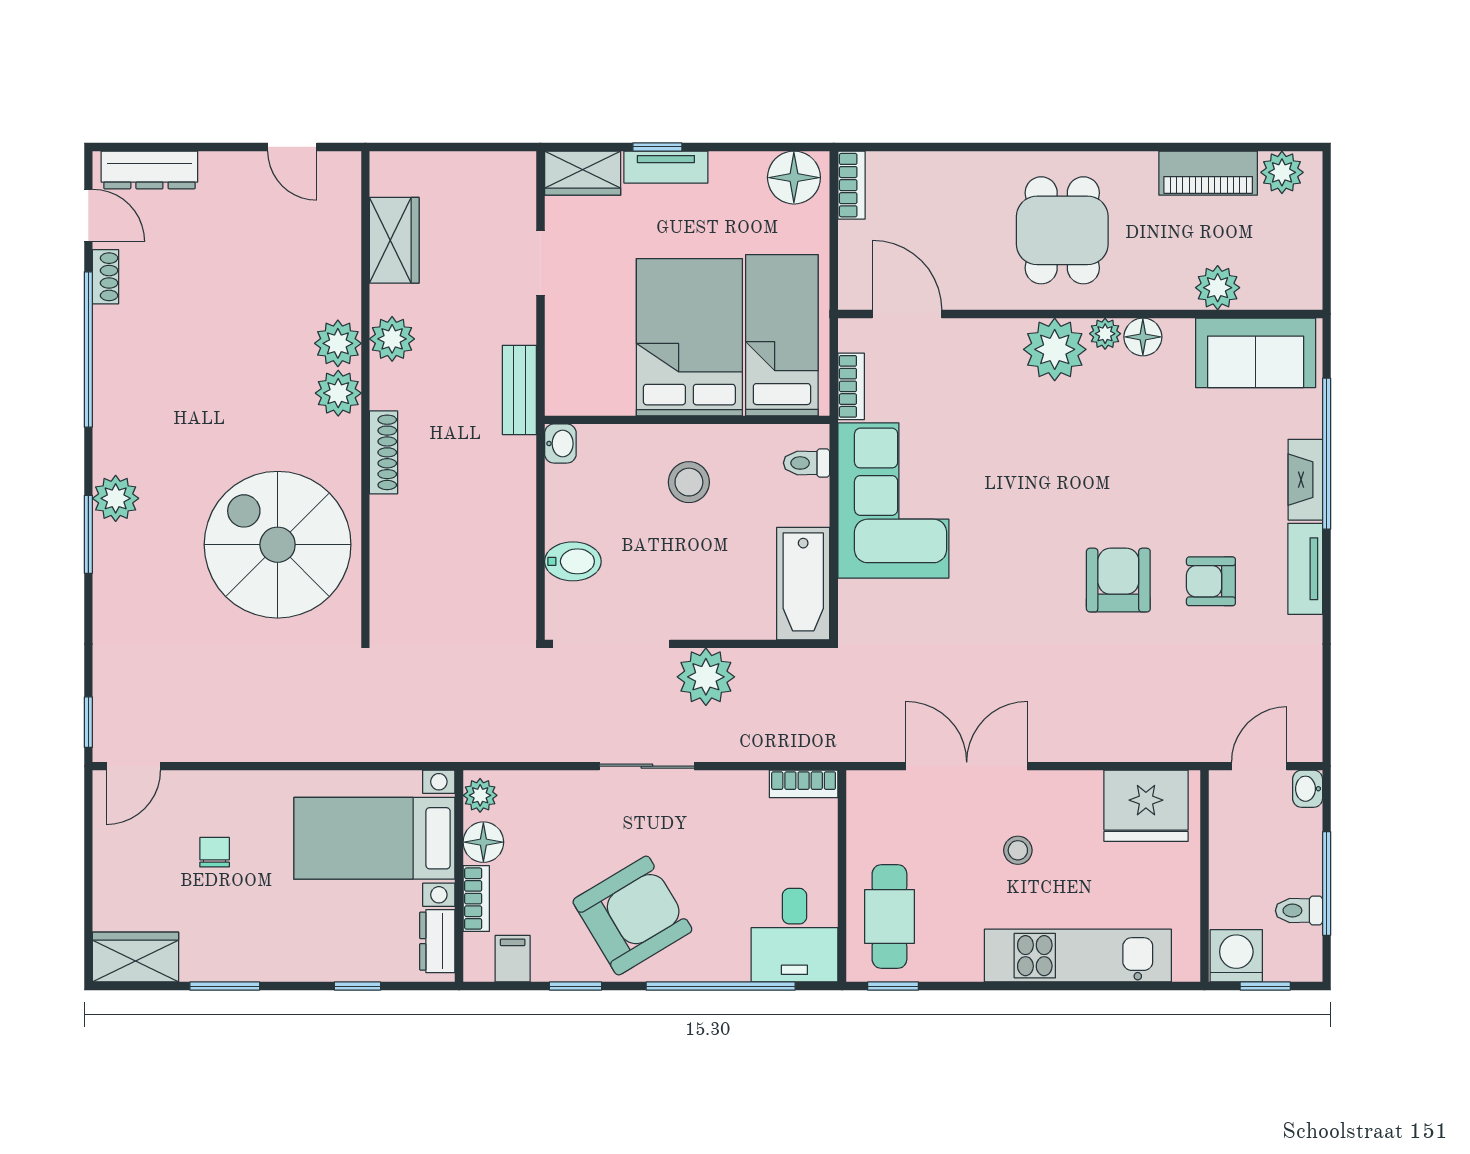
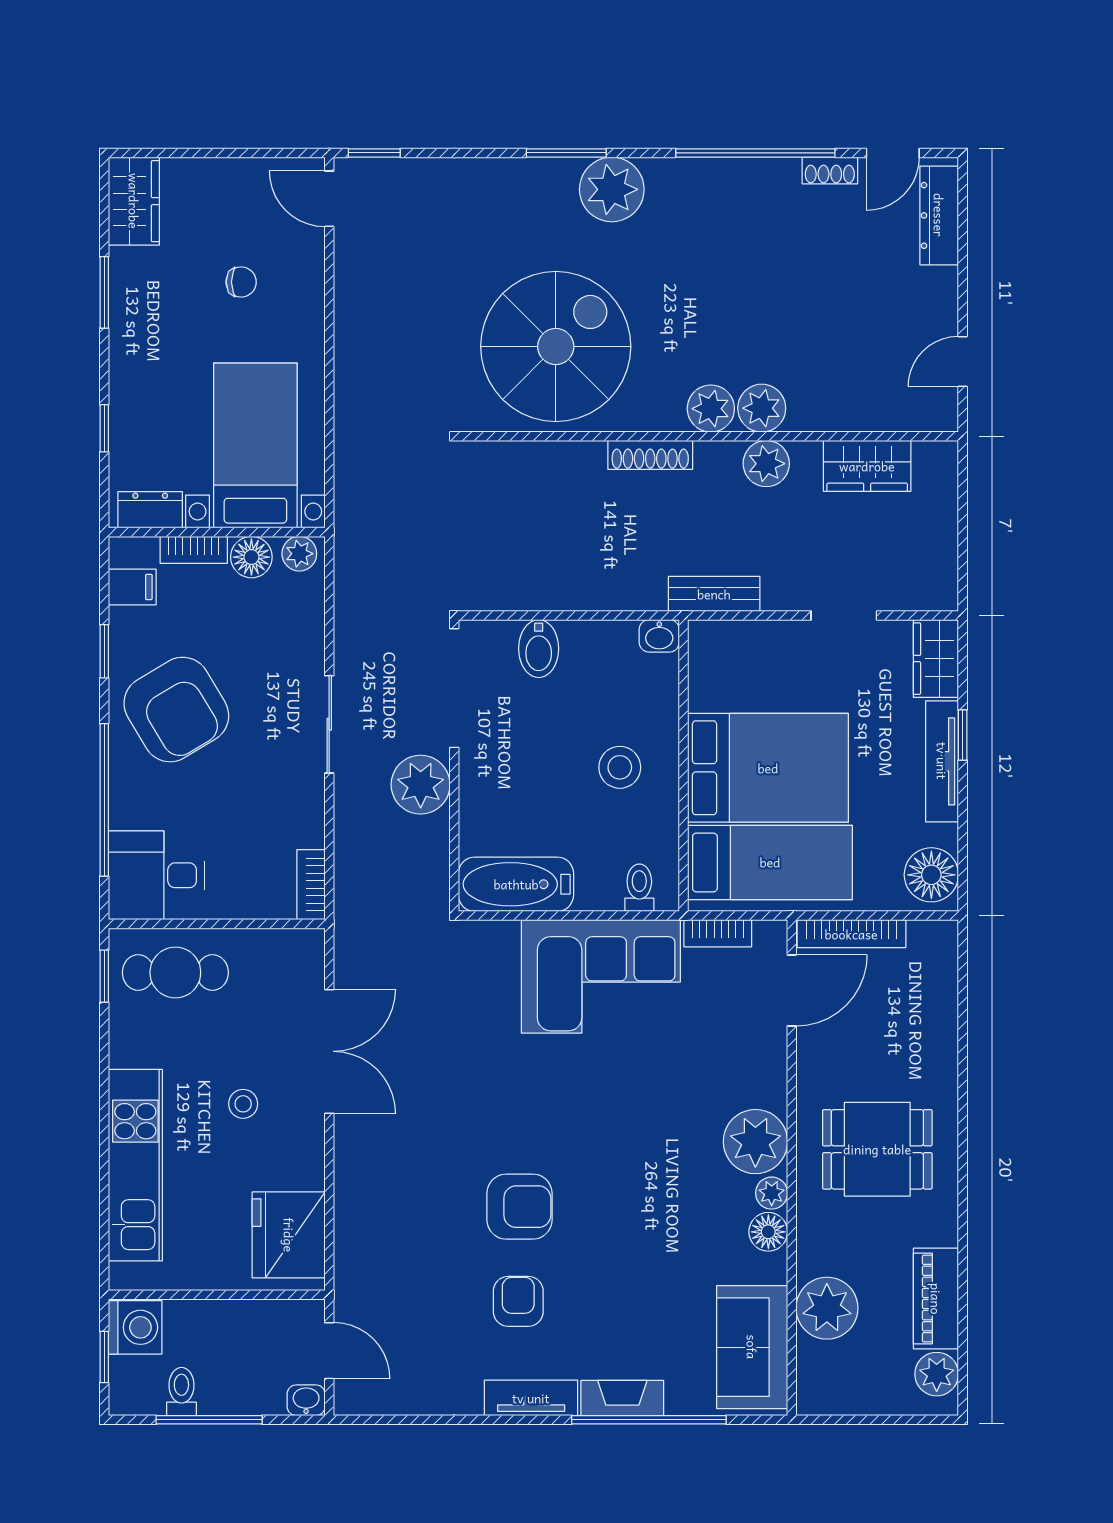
tv unit: (666, 167) -> (942, 761), width x1.41
bookcase: (851, 185) -> (851, 934), moved, width x1.56
plant: (1218, 288) -> (827, 1308), width x1.36, depth x1.36
plant: (116, 498) -> (612, 189), width x1.36, depth x1.36

